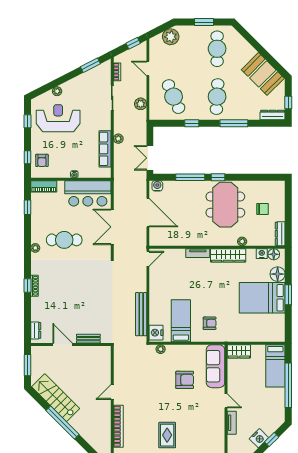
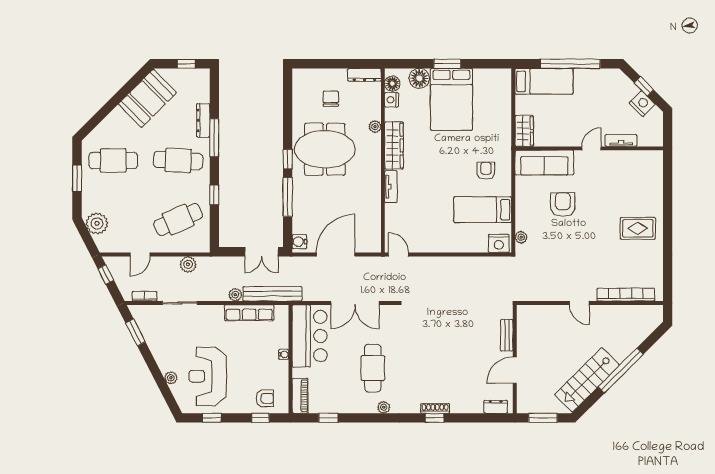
dresser: (273, 115) -> (203, 120), moved
bench: (141, 314) -> (272, 294), moved

